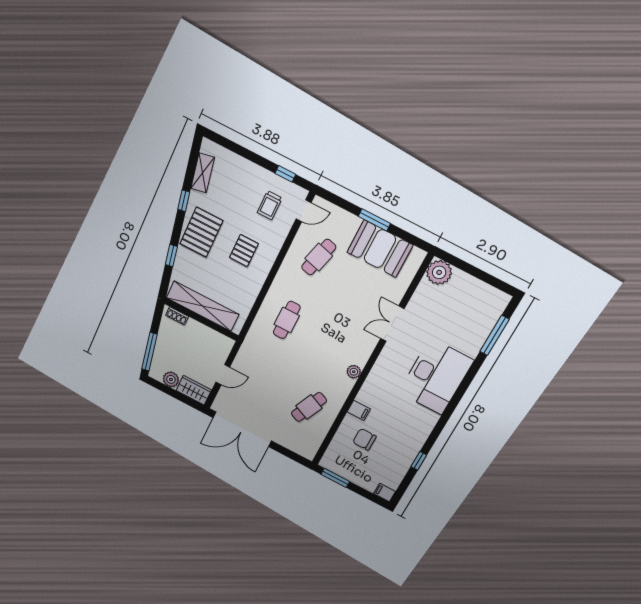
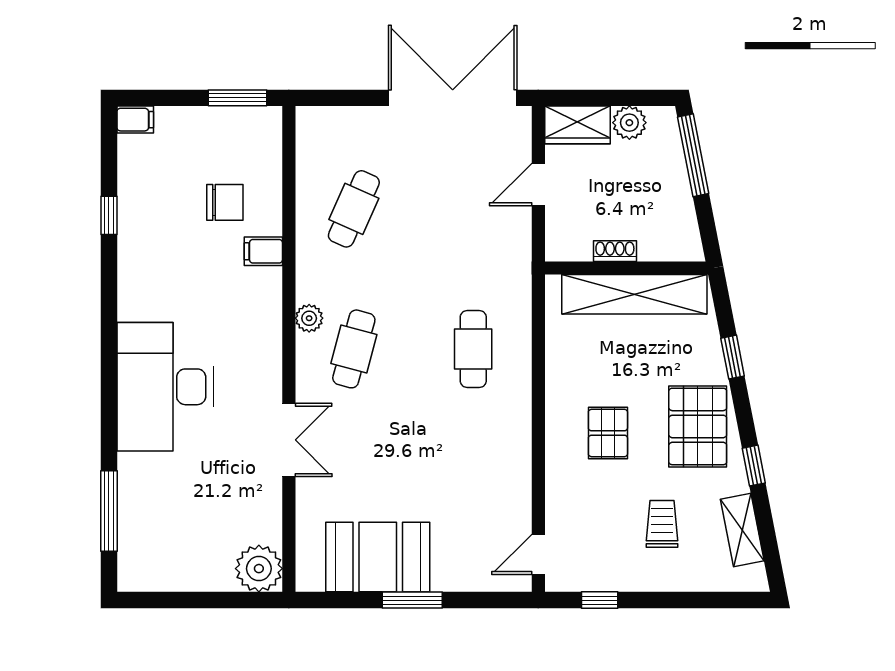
trolley: (270, 205) -> (662, 524), moved
cafe table: (319, 257) -> (354, 349), moved
shoe rack: (177, 316) -> (615, 251), moved

